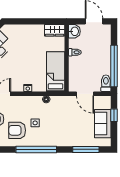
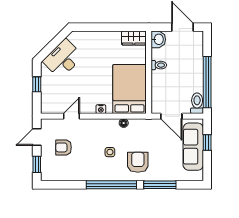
bed: (56, 72) -> (130, 89), width x1.50
sofa: (103, 124) -> (193, 147), width x1.36
armchair: (17, 130) -> (138, 162), moved, turned 90
window: (86, 149) -> (160, 185), moved

